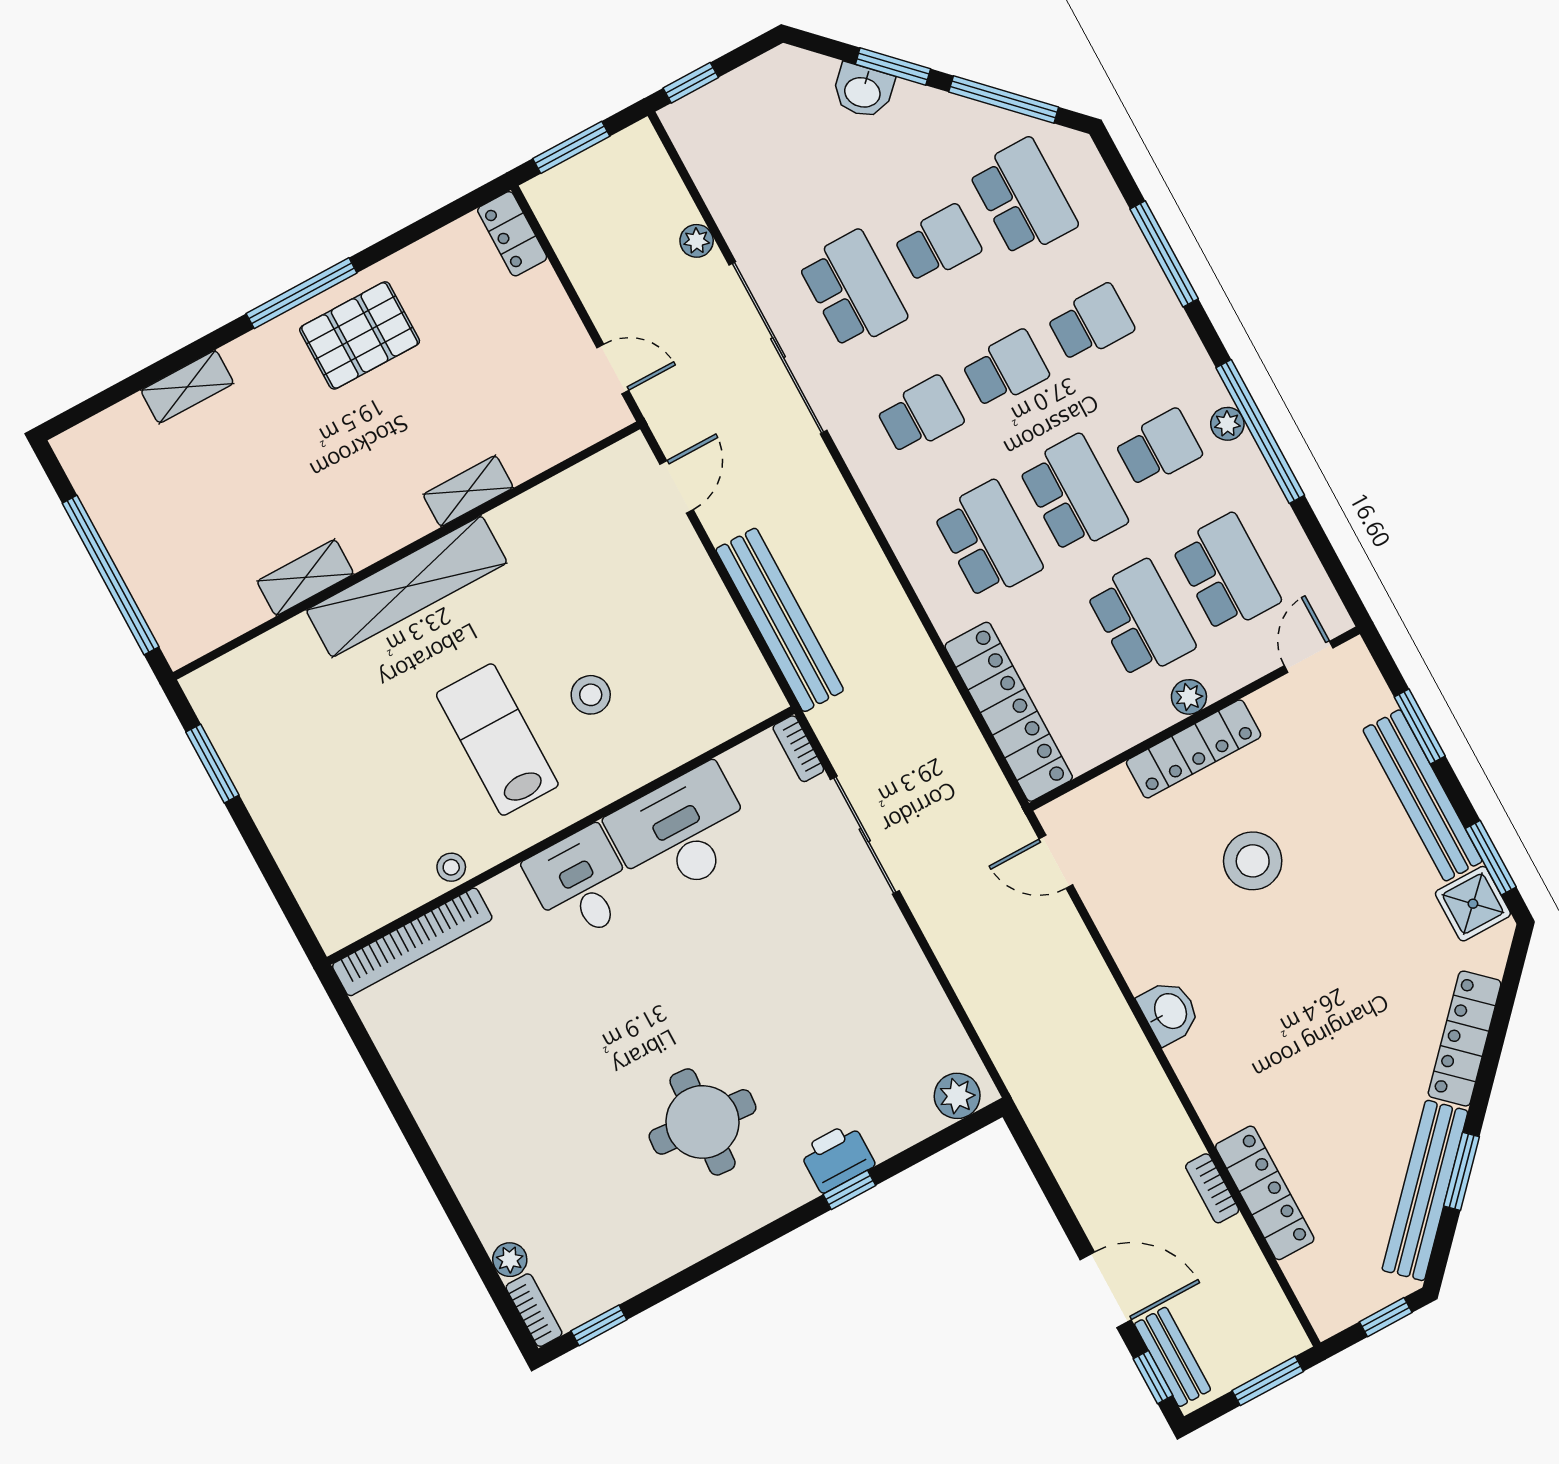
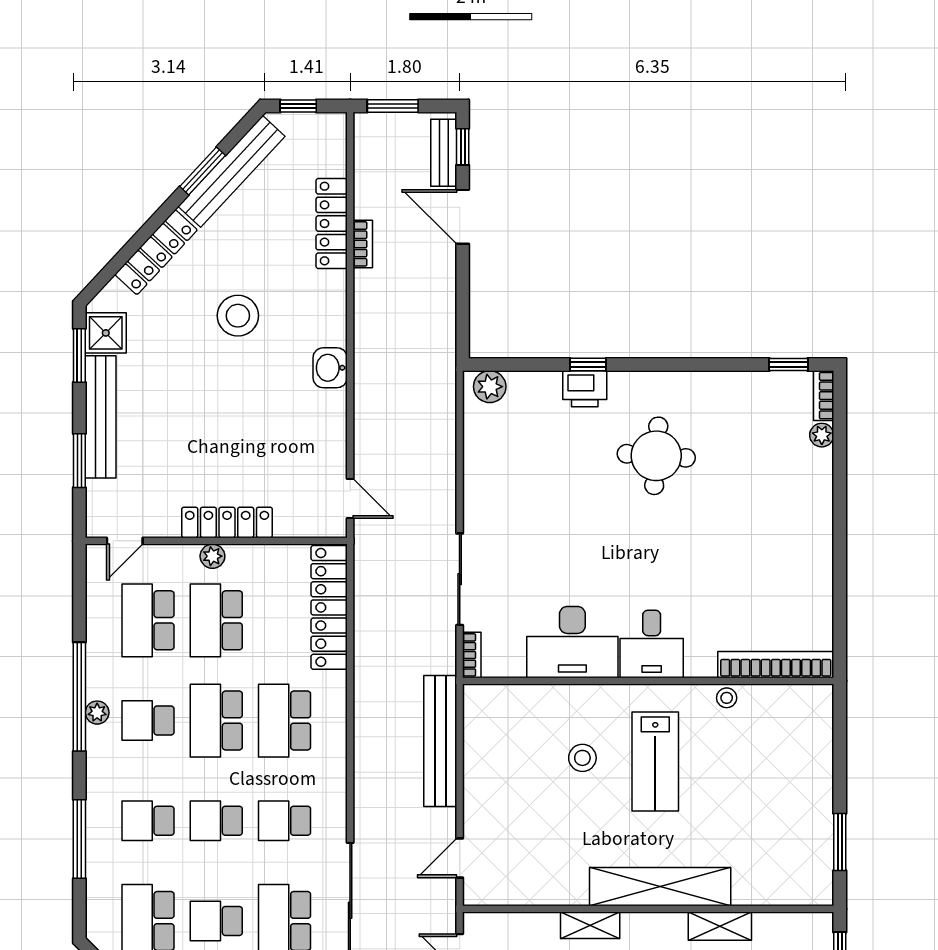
stool: (1253, 861) -> (238, 316), moved

